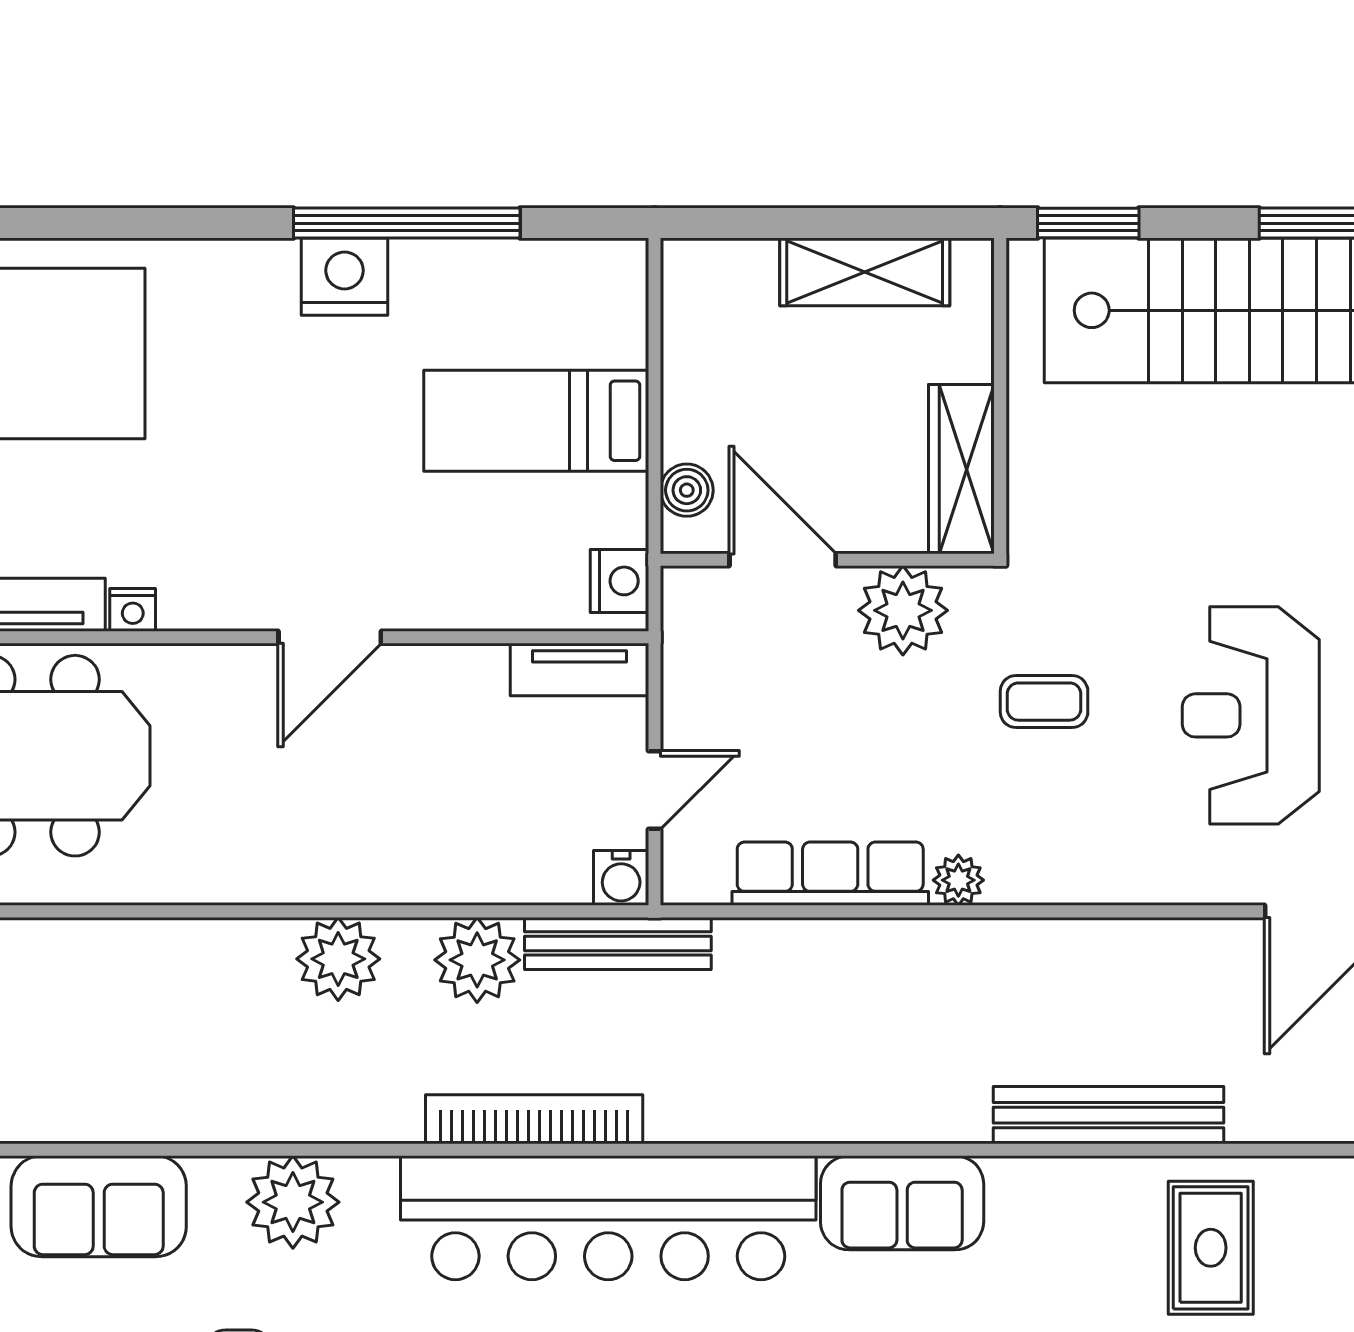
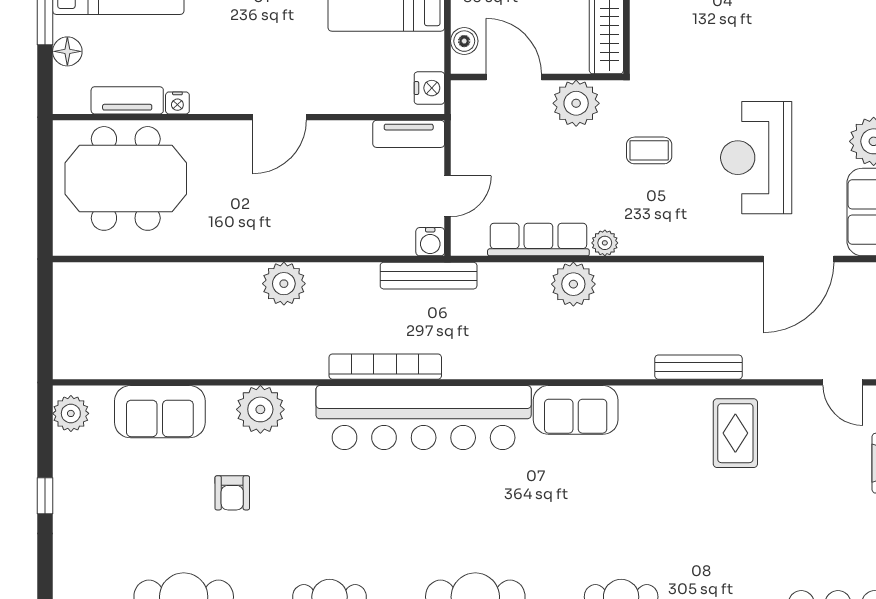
plant: (477, 960) -> (573, 284), moved
bench: (1108, 1115) -> (698, 367), width x0.73, depth x0.82

